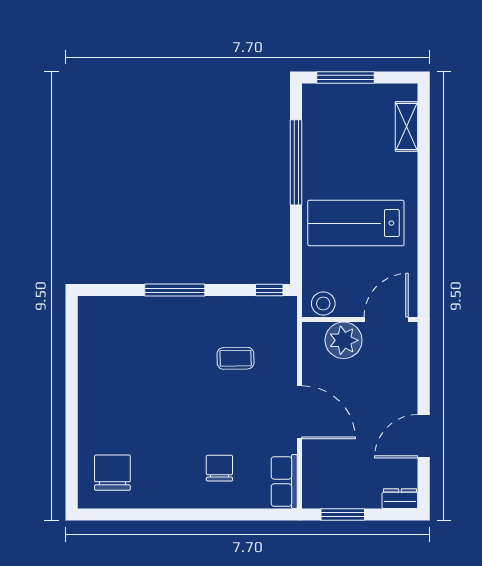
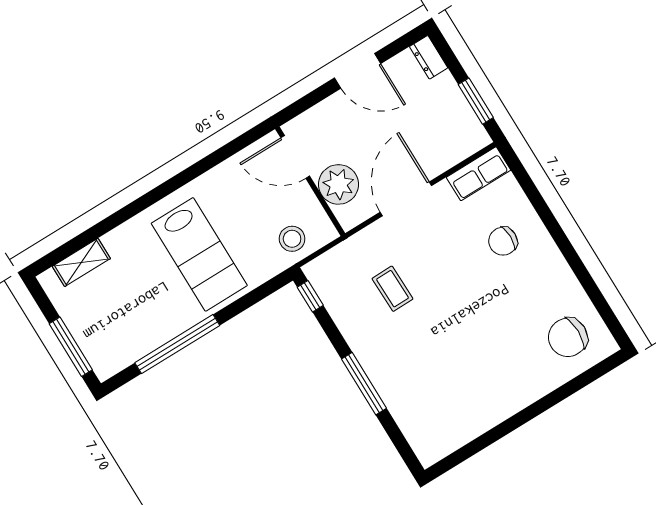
wall: (360, 320) -> (310, 181), moved
door: (386, 320) -> (295, 157), moved
plant: (344, 340) -> (338, 184), moved

